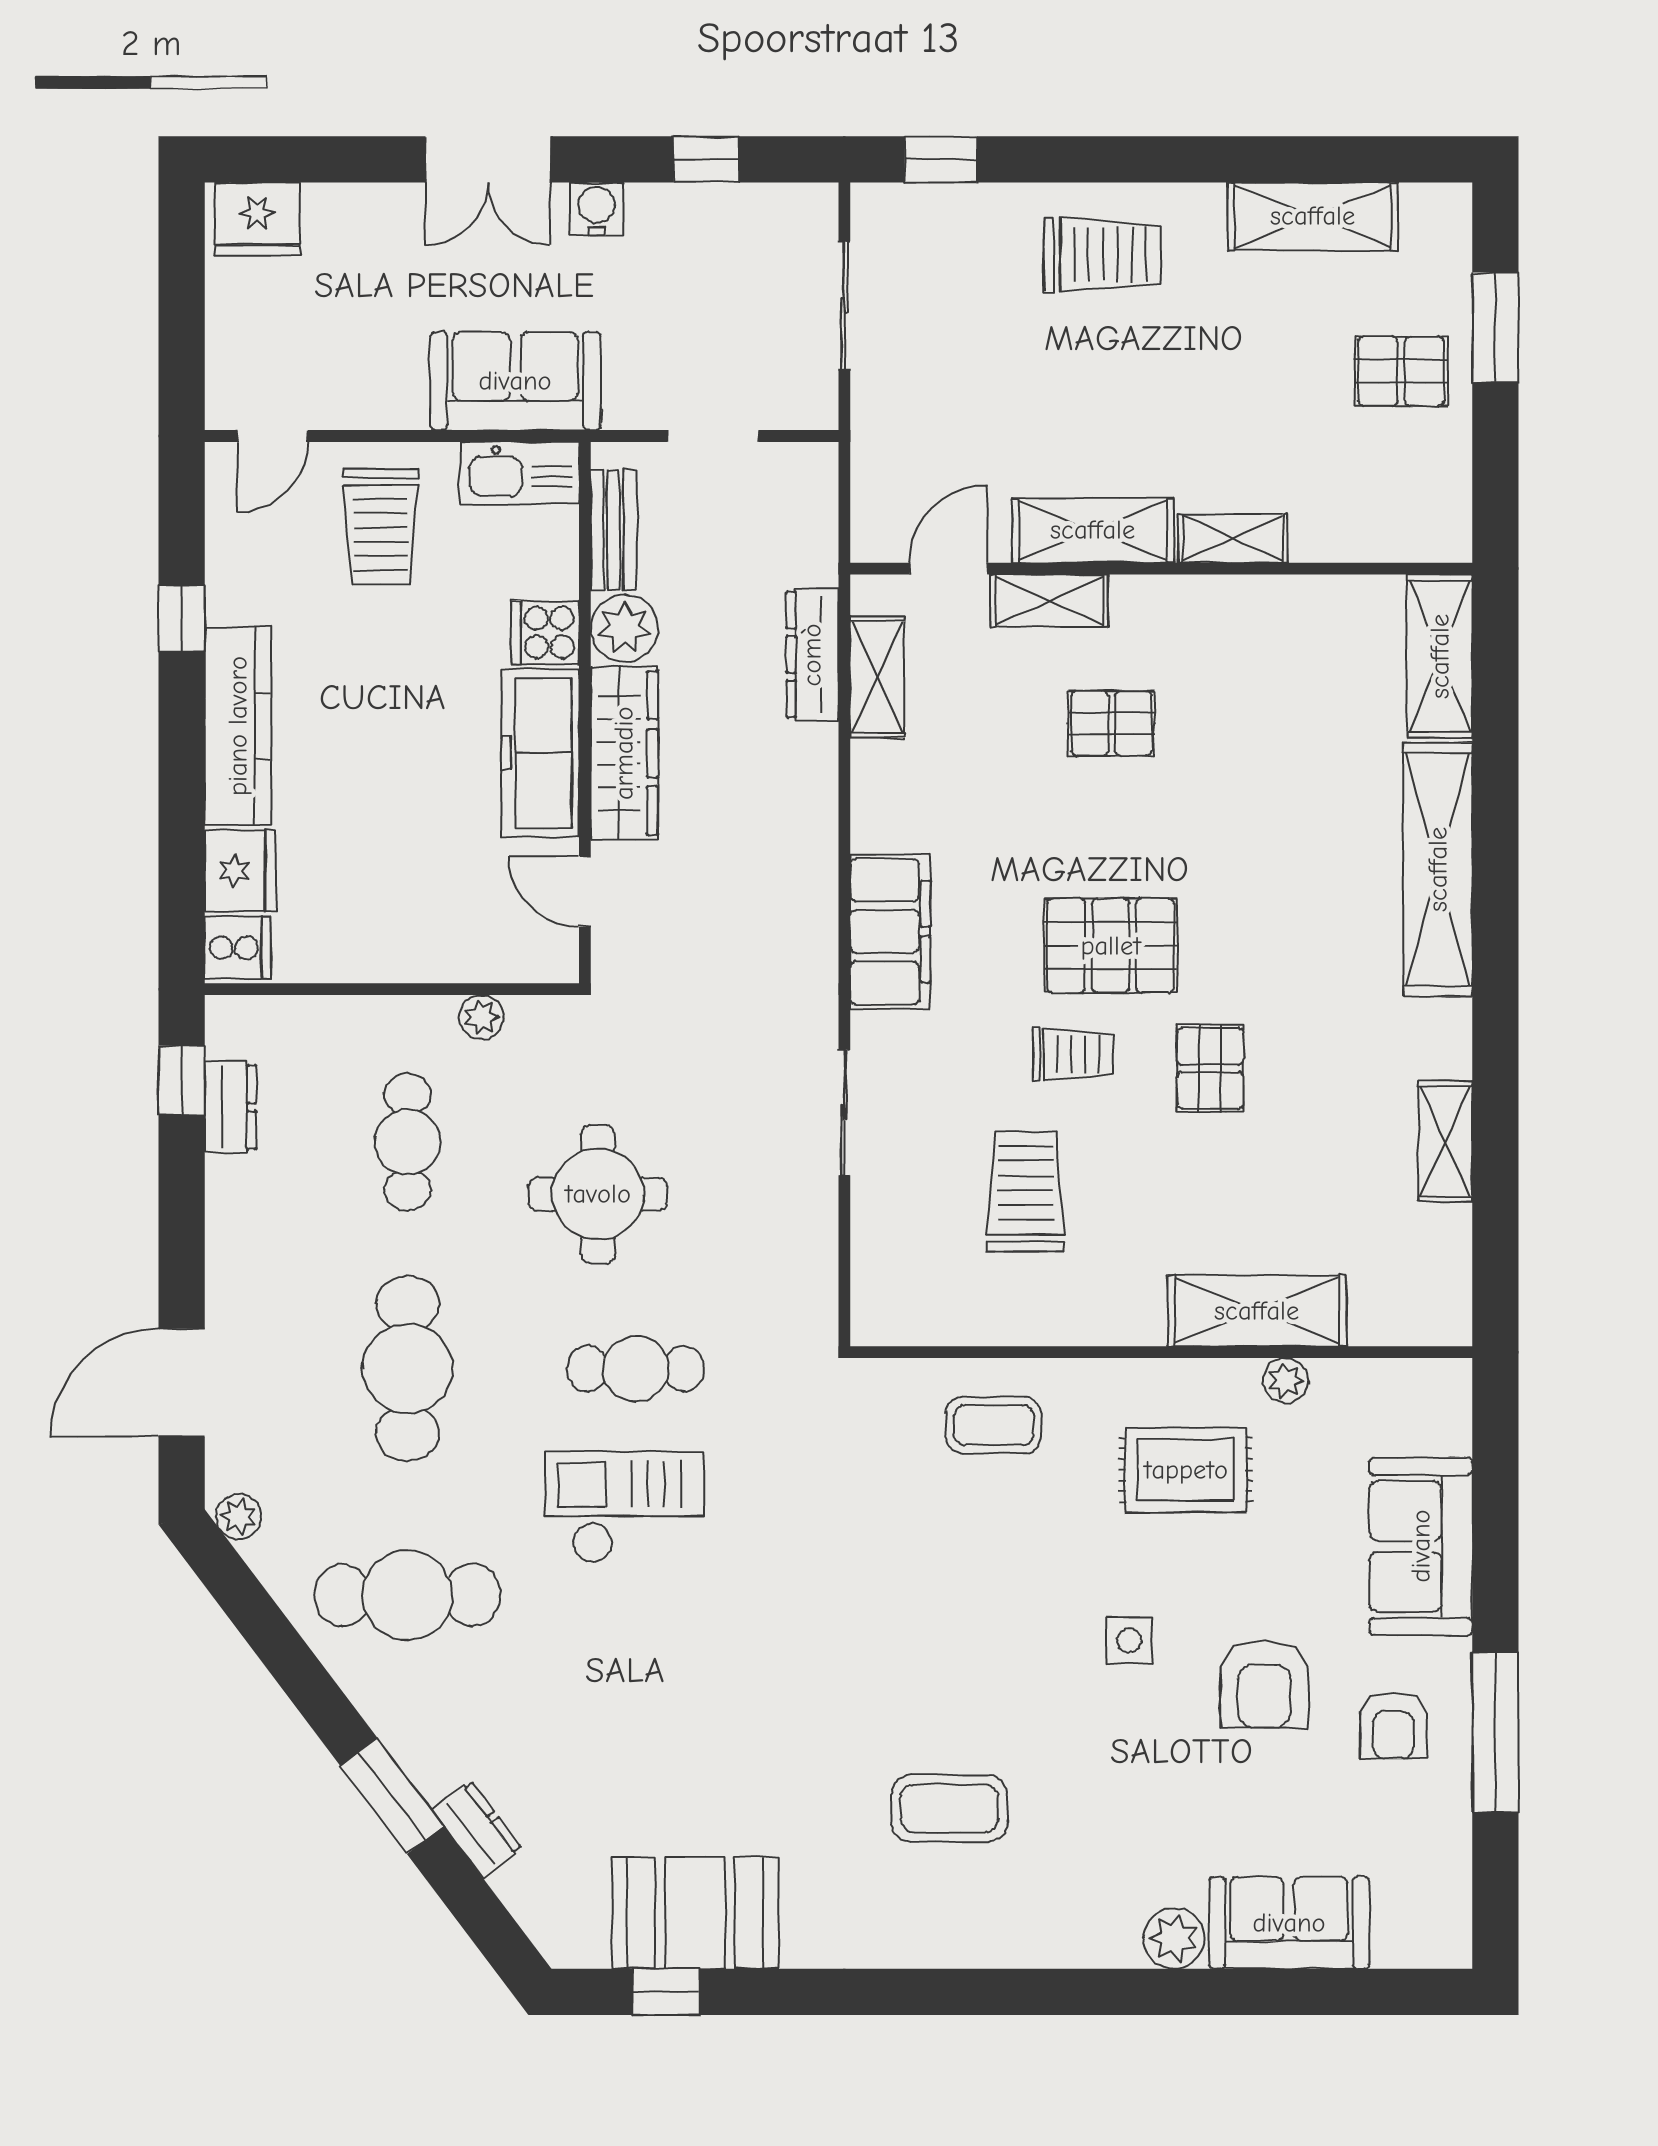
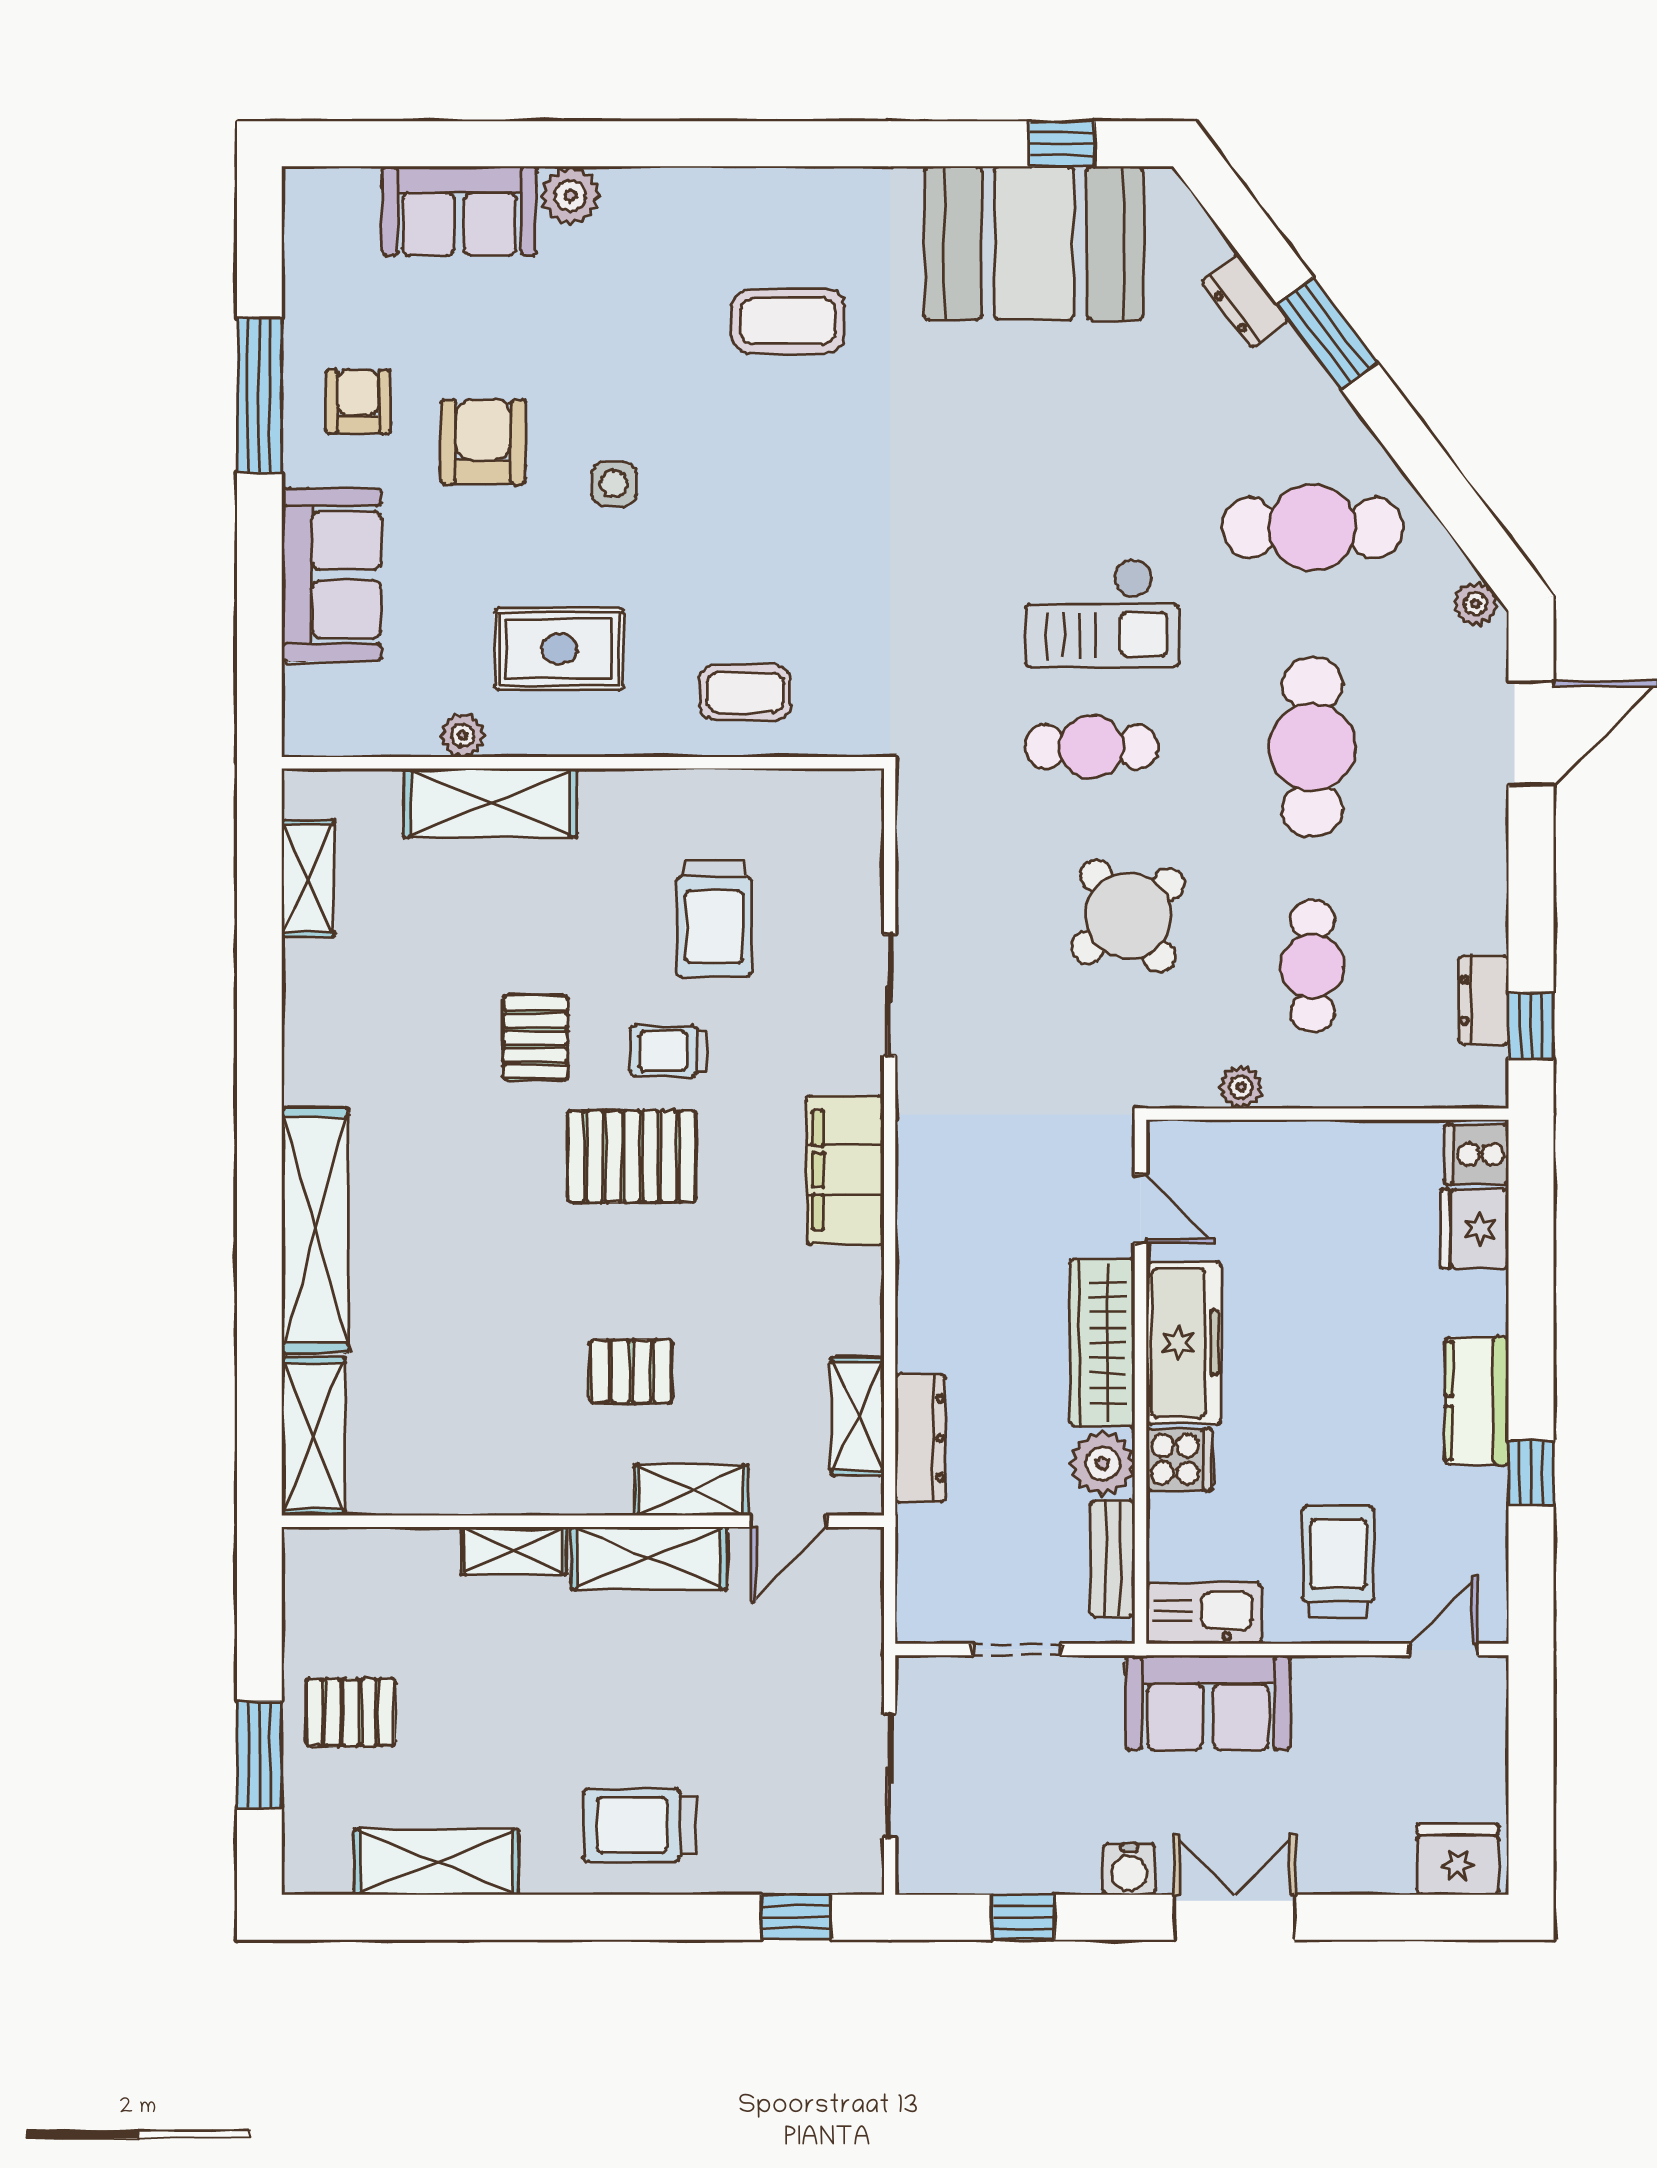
kitchen counter: (238, 726) -> (1477, 1401), width x0.67
shelving: (1445, 1141) -> (308, 878), moved
round table: (598, 1194) -> (1128, 916), turned -38
booth: (695, 1913) -> (1034, 243), width x1.36, depth x1.42

